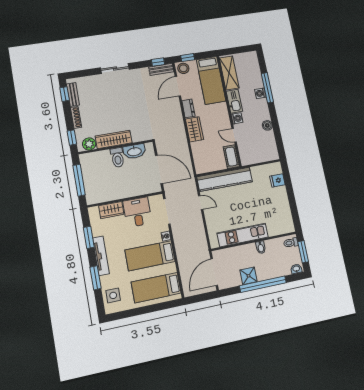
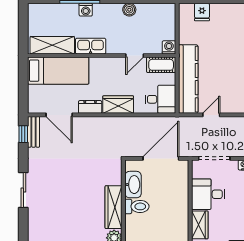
window: (188, 58) -> (23, 95), removed
stool: (183, 68) -> (37, 103), removed
washing machine: (237, 118) -> (169, 47), moved
desk: (205, 161) -> (160, 99), added

